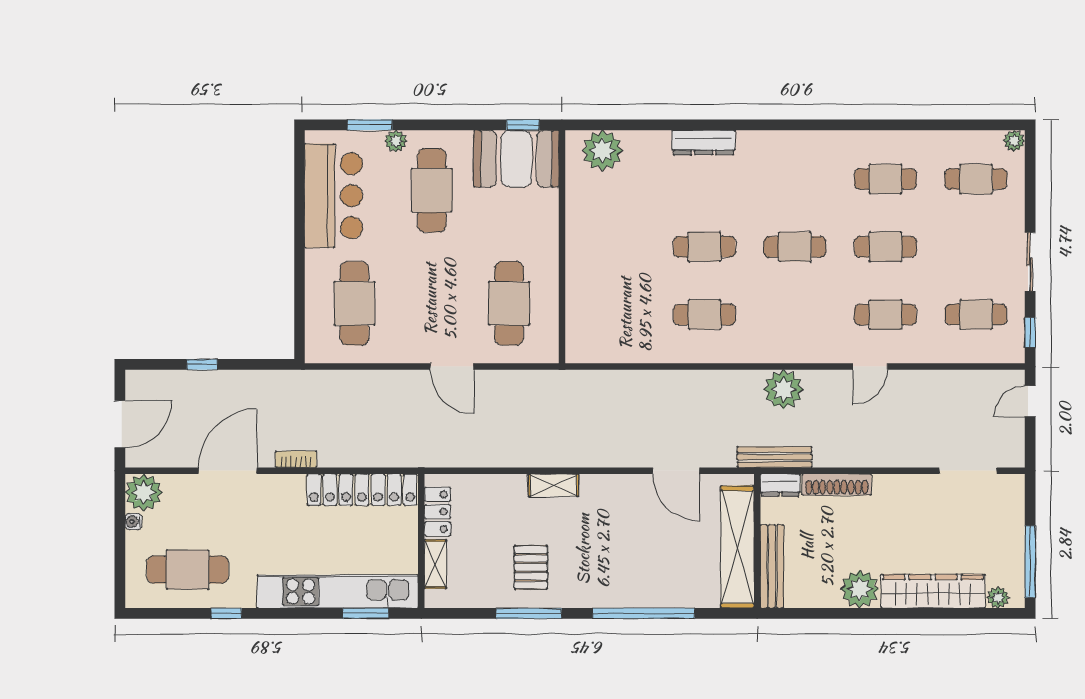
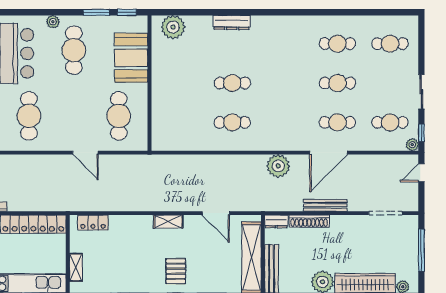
window: (370, 125) -> (96, 12), moved
plant: (1014, 141) -> (412, 145), moved
booth: (516, 159) -> (131, 58), moved, turned 90
cafe table: (795, 247) -> (285, 83), removed
door: (870, 367) -> (329, 153), width x1.87
bench: (774, 457) -> (325, 205), moved
shelving: (553, 485) -> (168, 222), moved
locker: (438, 512) -> (93, 223), moved, turned 90
window: (1030, 562) -> (421, 250), moved
pallet: (531, 567) -> (176, 271), moved

